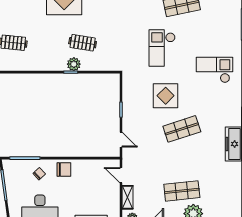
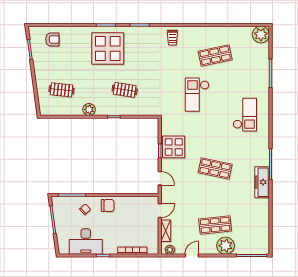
plant: (74, 64) -> (89, 109), moved
checkout: (214, 70) -> (245, 115), turned 90
display table: (166, 96) -> (174, 147), moved
shop shelf: (182, 129) -> (215, 168), turned 30
door: (121, 175) -> (160, 211), swing flipped

